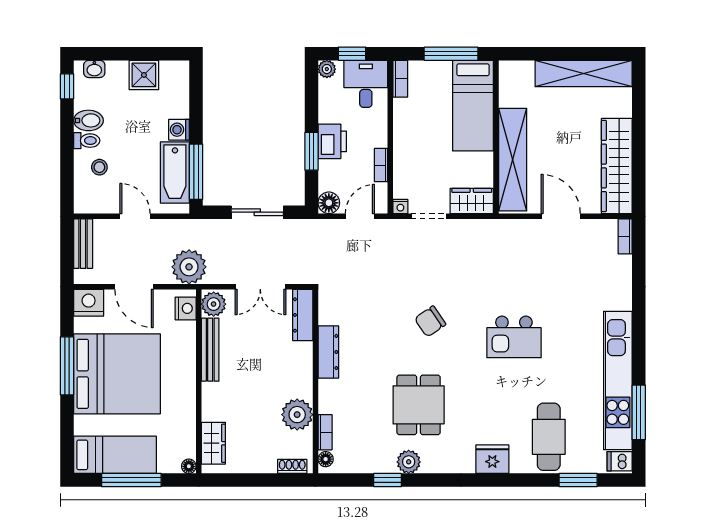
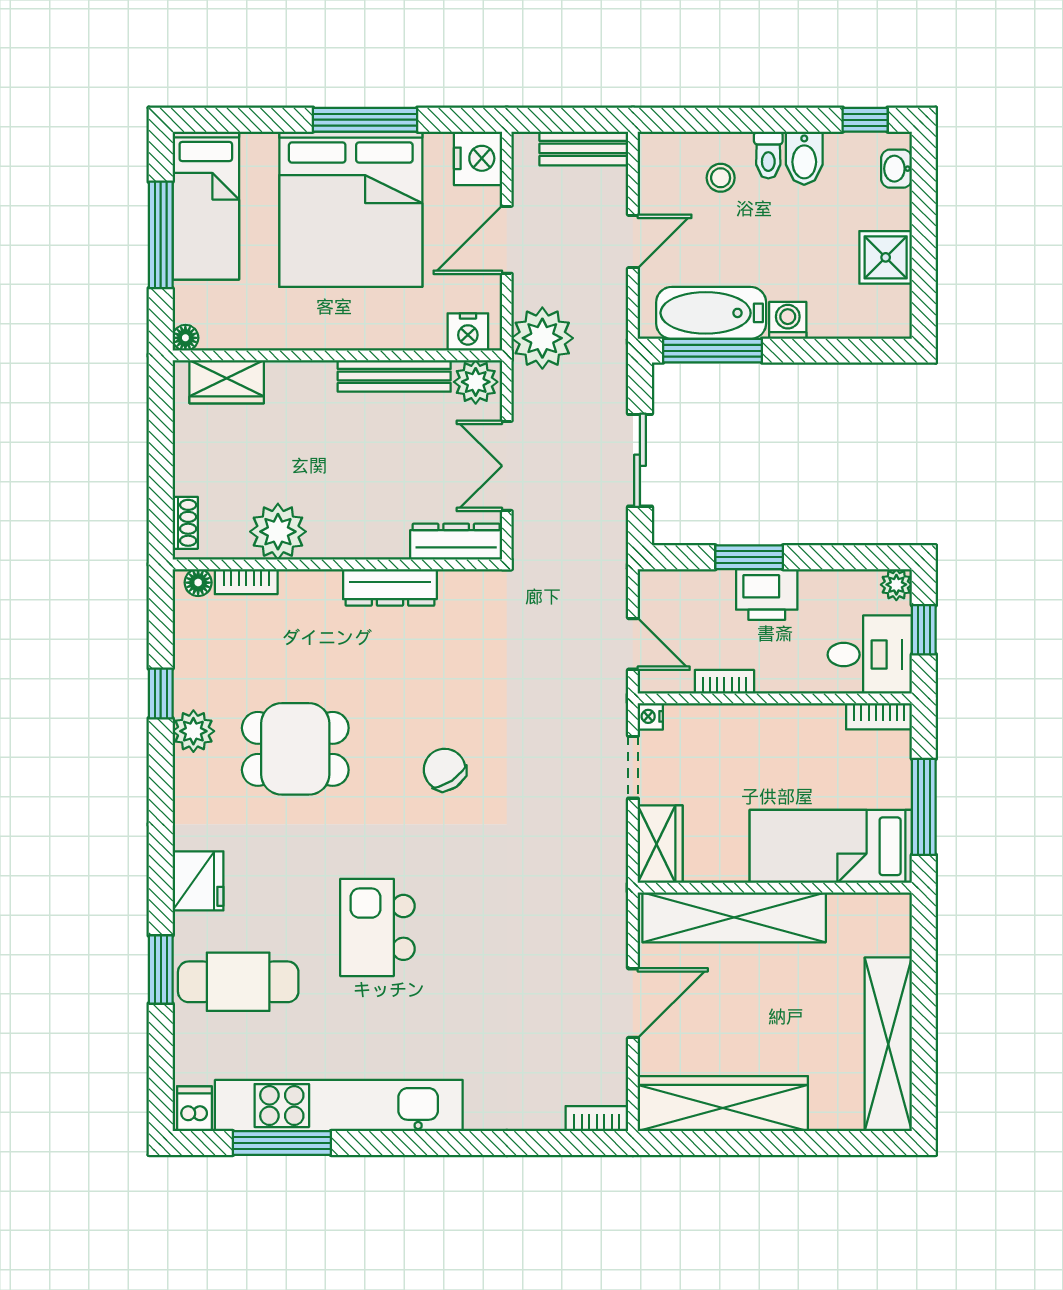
floor lamp: (329, 203) -> (657, 588), removed
kitchen island: (514, 337) -> (377, 927), moved
window: (578, 480) -> (161, 969), moved

